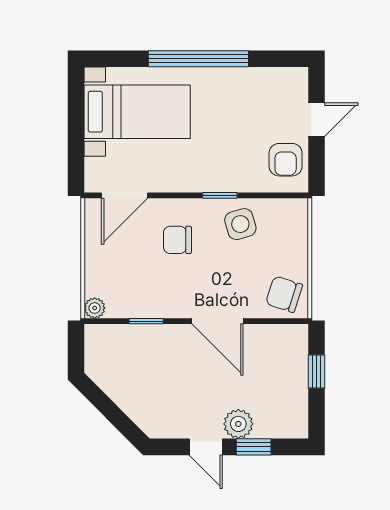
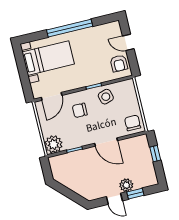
door: (316, 120) -> (128, 42), swing flipped
chair: (284, 294) -> (133, 123), turned 72
plant: (95, 308) -> (53, 144), width x1.87, depth x1.87

